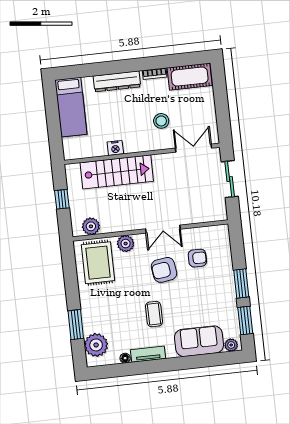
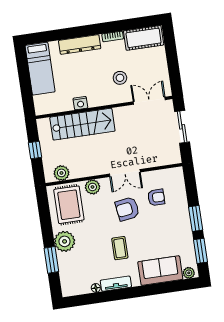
plant: (96, 345) -> (65, 241), moved

